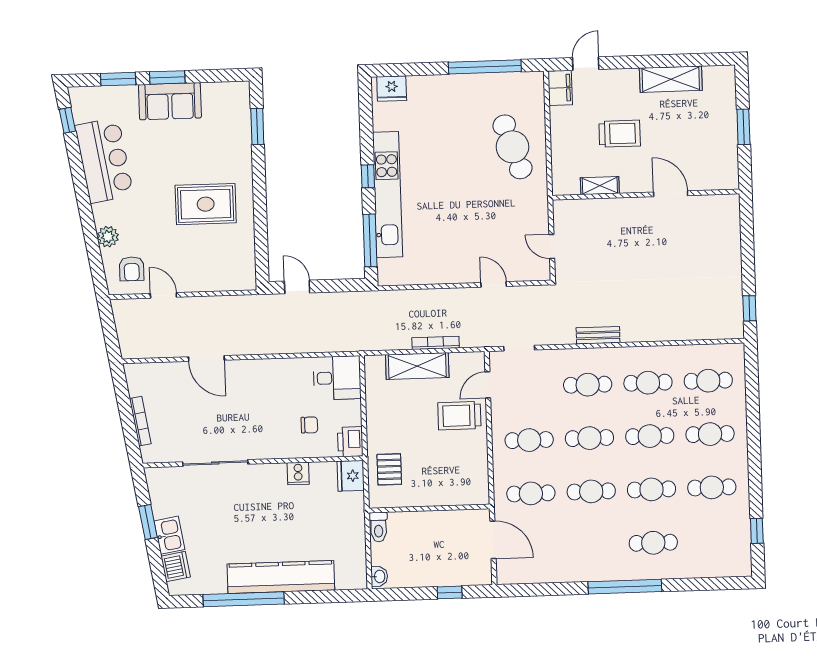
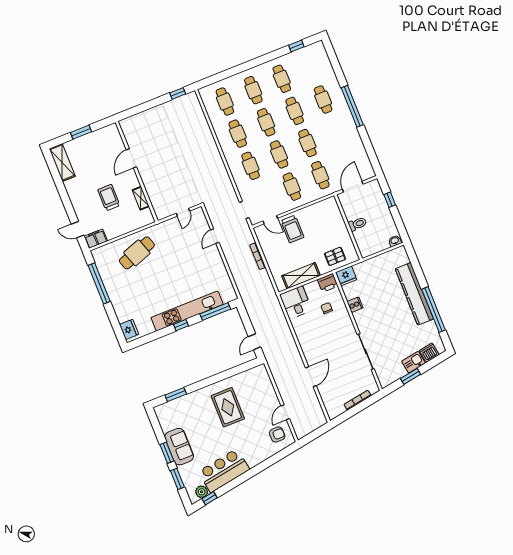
shelving: (671, 79) -> (62, 163), moved
plant: (108, 237) -> (202, 492), moved
bench: (598, 335) -> (222, 170), removed
shelving: (417, 366) -> (301, 276), moved, turned 90
toilet: (378, 527) -> (357, 224), moved

